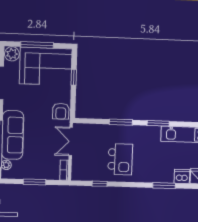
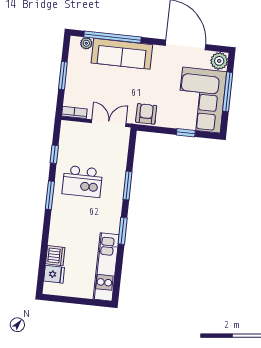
armchair: (61, 111) -> (146, 114), turned 90
window: (164, 186) -> (50, 195), moved

